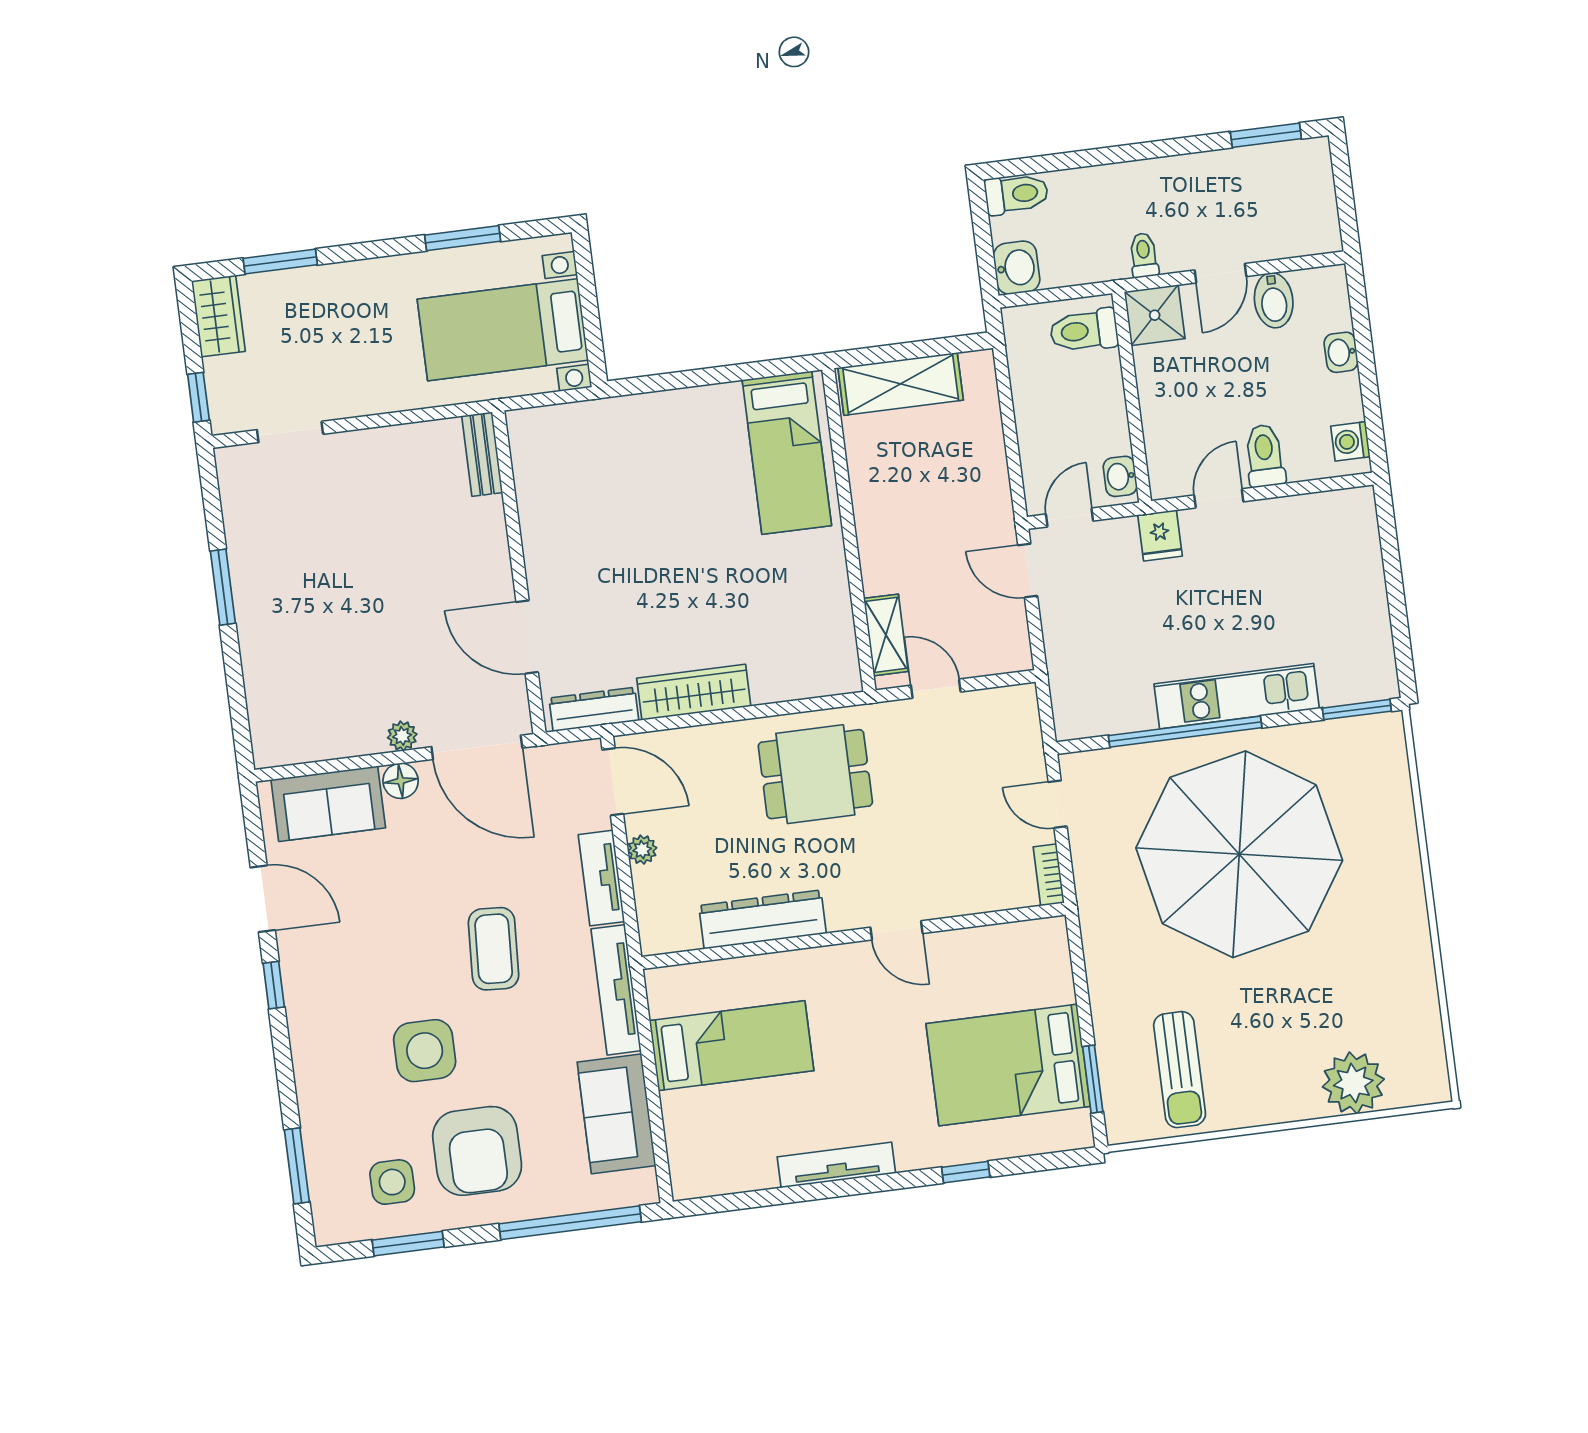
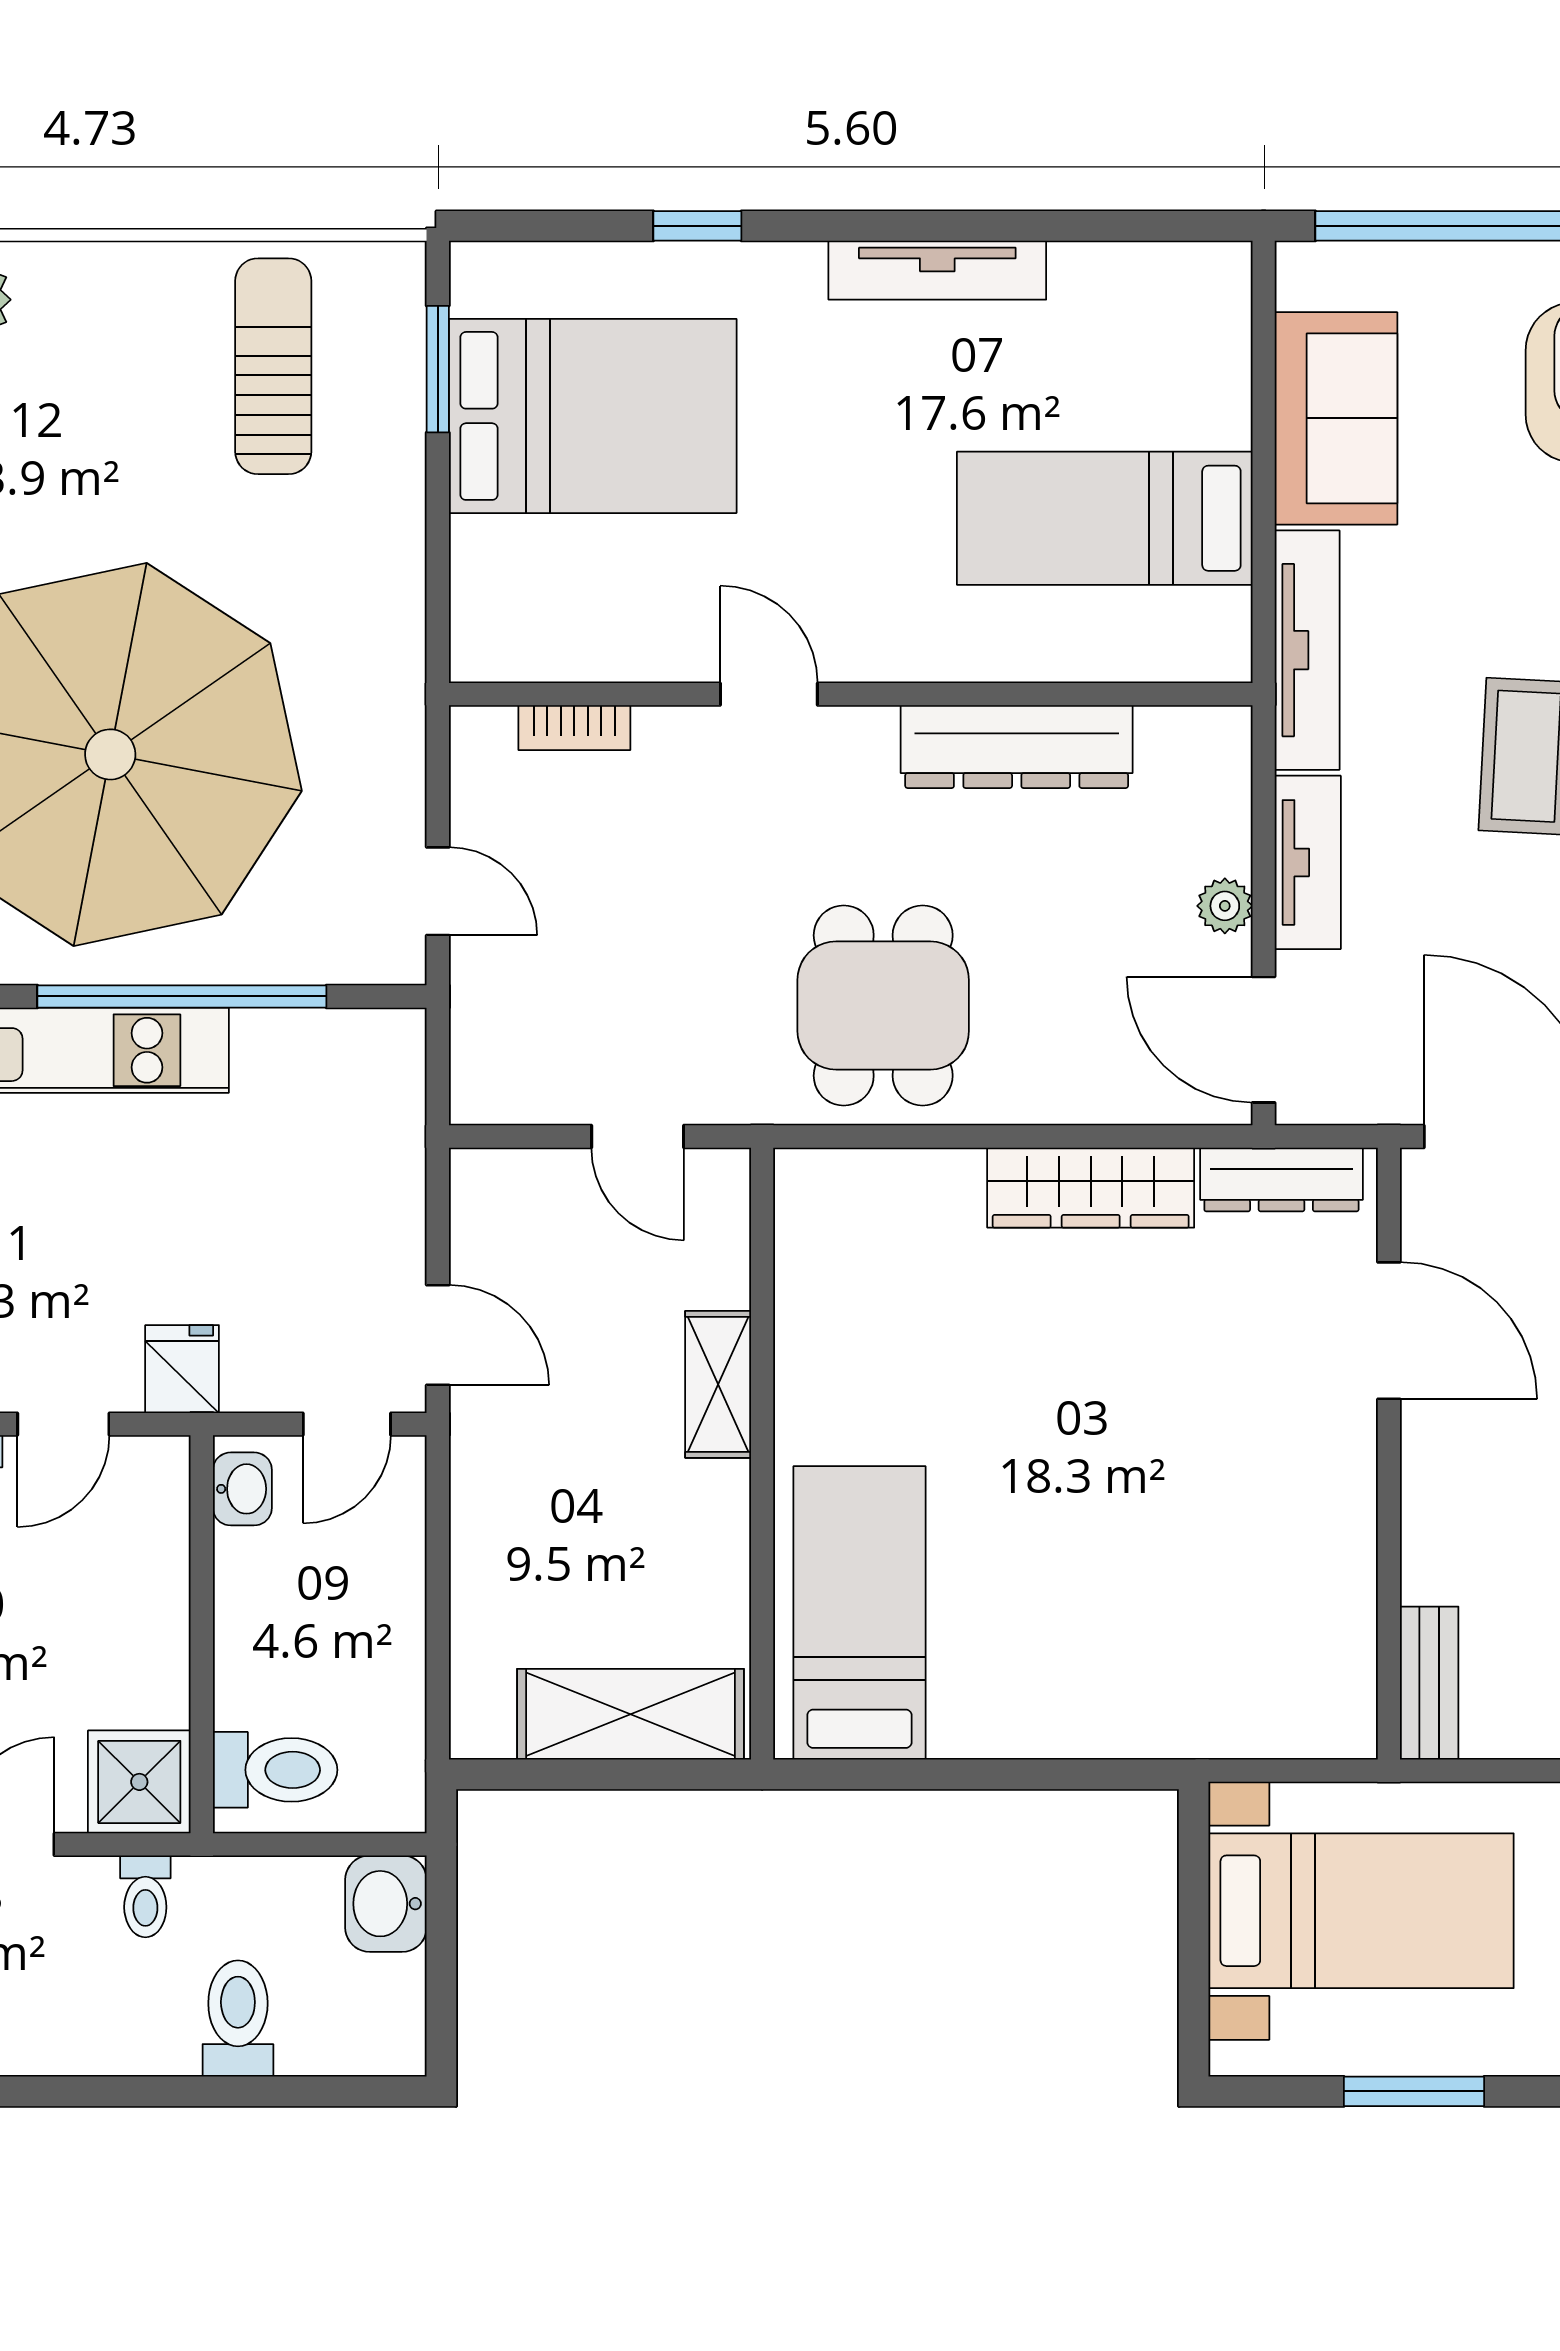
toilet: (1016, 194) -> (238, 2018), moved, turned 90
shelving: (886, 635) -> (718, 1384), moved
dining table: (815, 774) -> (883, 1005), turned 90
bookcase: (1049, 875) -> (574, 728), moved, turned 90

